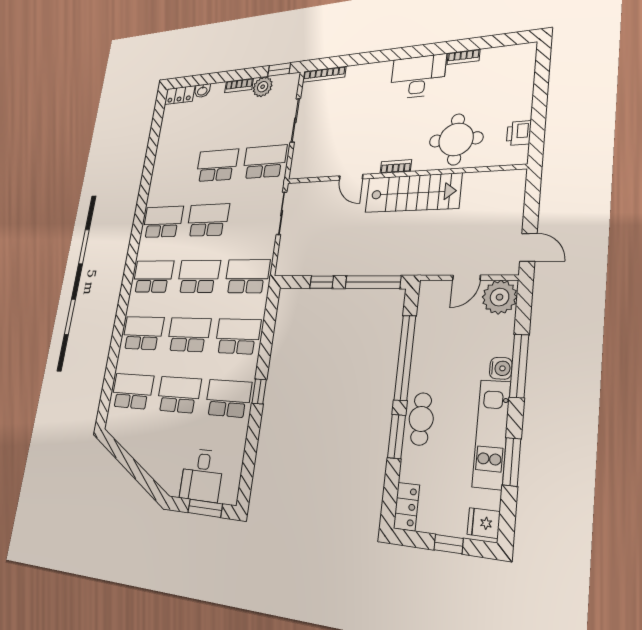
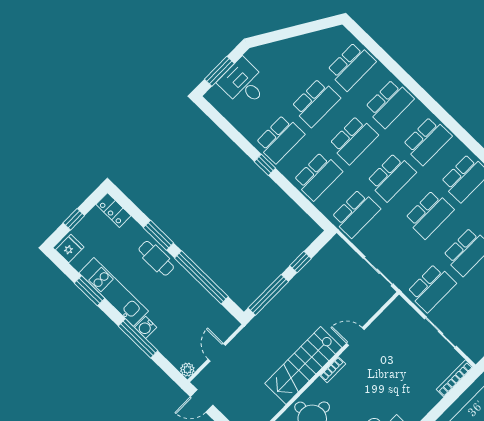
plant: (500, 297) -> (187, 370), width x0.53, depth x0.53

